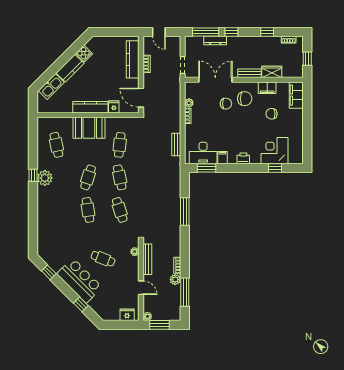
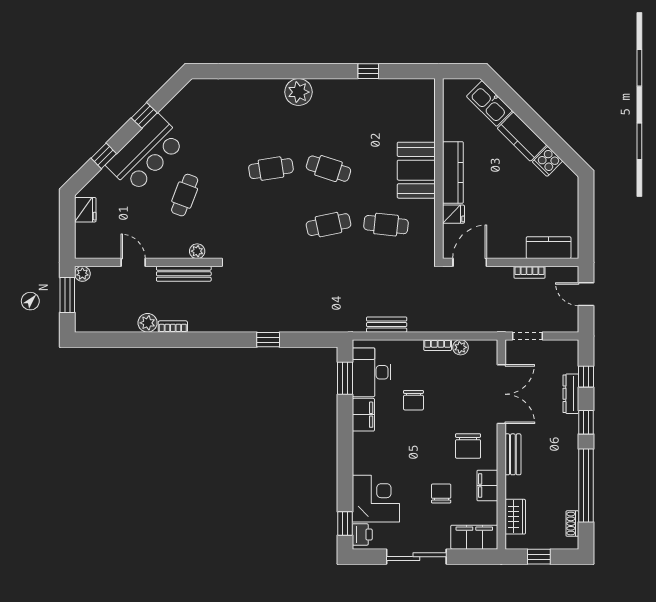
door: (159, 32) -> (586, 294), hinge flipped
window: (206, 32) -> (586, 377), width x0.46
window: (267, 32) -> (586, 485), width x3.17
kitchen counter: (133, 59) -> (549, 248), width x0.67
wardrobe: (272, 72) -> (515, 517), moved
chair: (226, 104) -> (413, 400), moved
sliding door: (307, 128) -> (416, 557), added
cafe table: (56, 145) -> (386, 113), removed
filing cabinet: (222, 158) -> (363, 415), width x2.00
printer: (243, 158) -> (362, 534), moved
window: (275, 168) -> (345, 524), moved
window: (33, 175) -> (368, 71), moved
plant: (45, 178) -> (299, 92), moved
cafe table: (120, 210) -> (271, 225), removed
window: (185, 211) -> (268, 340), width x0.46
window: (49, 272) -> (144, 115), moved
door: (141, 288) -> (133, 262), swing flipped
window: (185, 292) -> (125, 340), removed
fridge: (127, 315) -> (85, 210), moved

